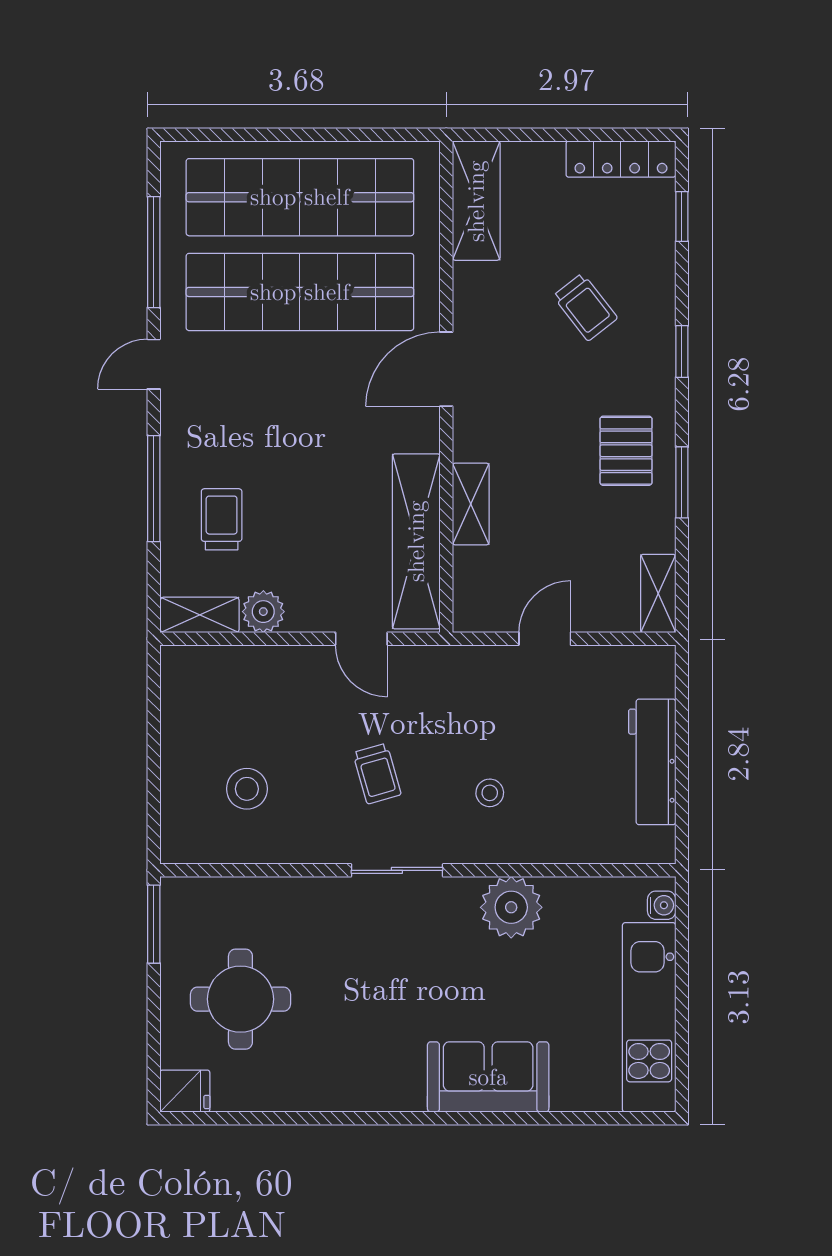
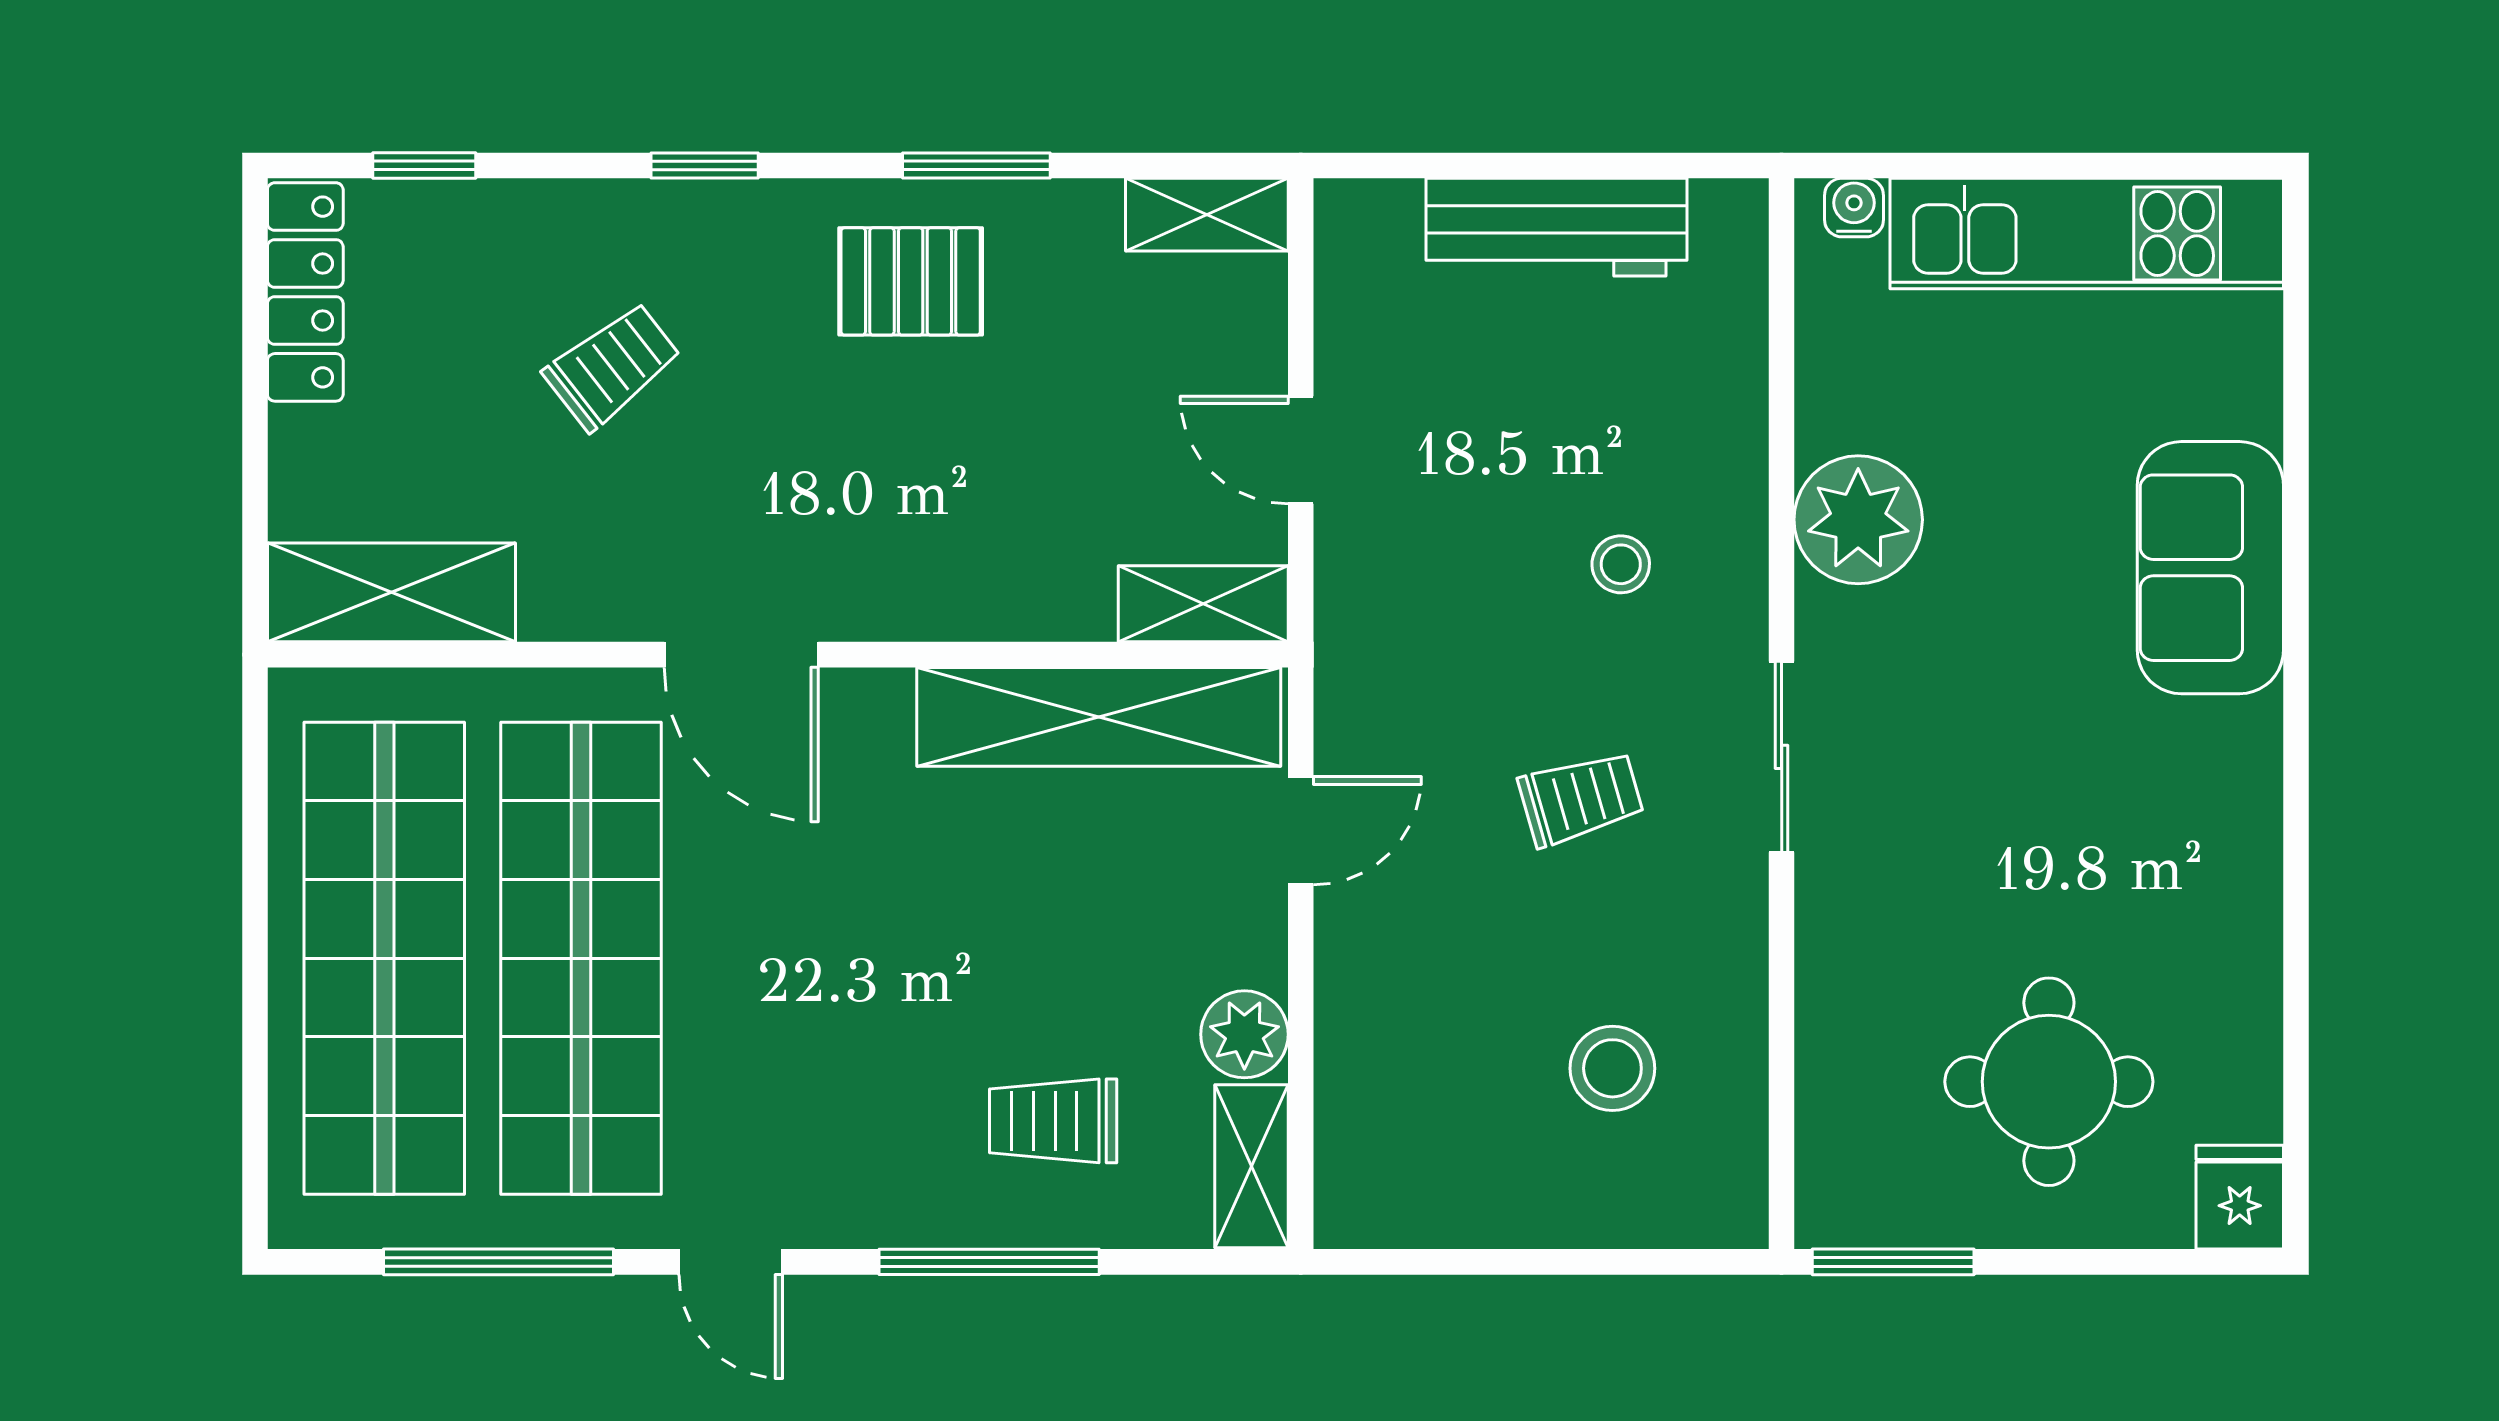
shelving: (471, 504) -> (1203, 604), moved

